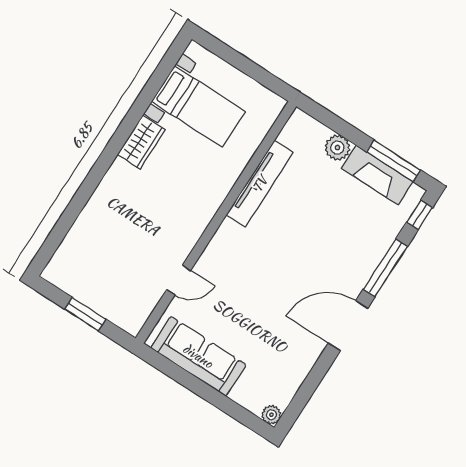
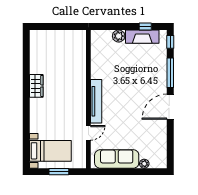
bed with nightstands: (198, 107) -> (50, 151), moved
window: (394, 161) -> (145, 27), width x0.46
tv unit: (260, 184) -> (96, 101), moved
plant: (271, 415) -> (144, 164), moved

